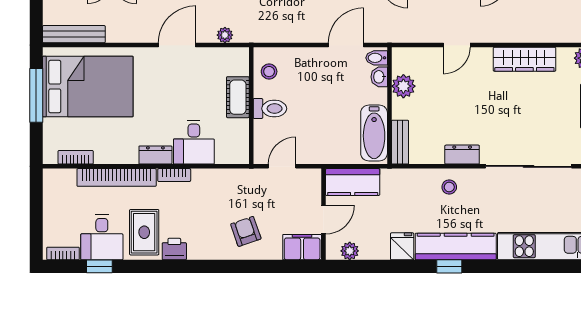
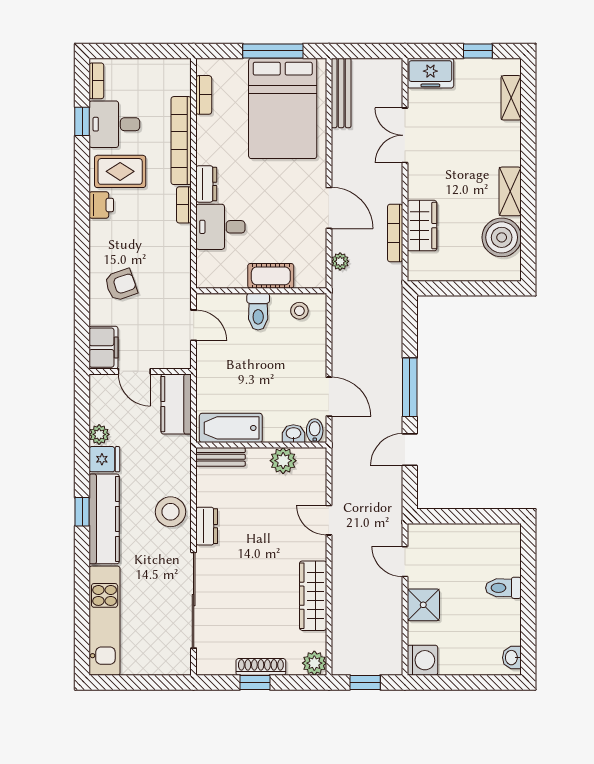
stool: (449, 187) -> (171, 512), width x1.89, depth x1.89
plant: (350, 251) -> (99, 434), moved

